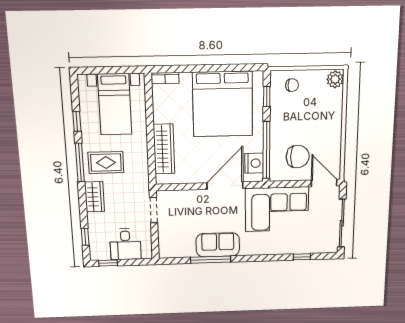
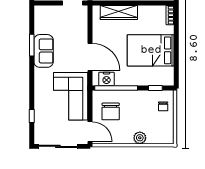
plant: (335, 79) -> (140, 138), moved
bed: (223, 104) -> (151, 50), width x0.73
door: (324, 183) -> (90, 132), hinge flipped
window: (211, 260) -> (32, 45), width x0.69

